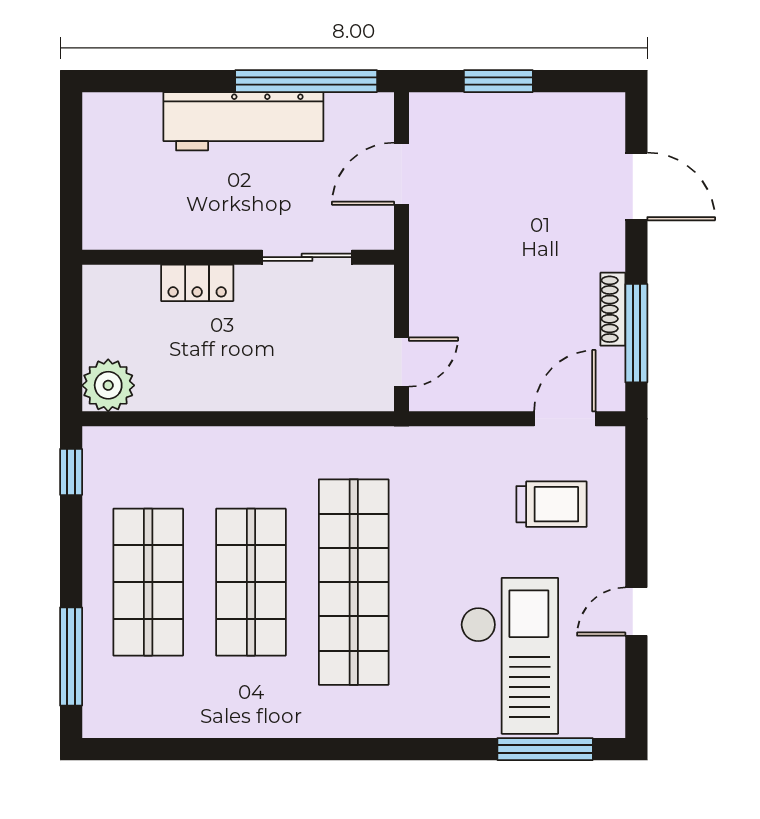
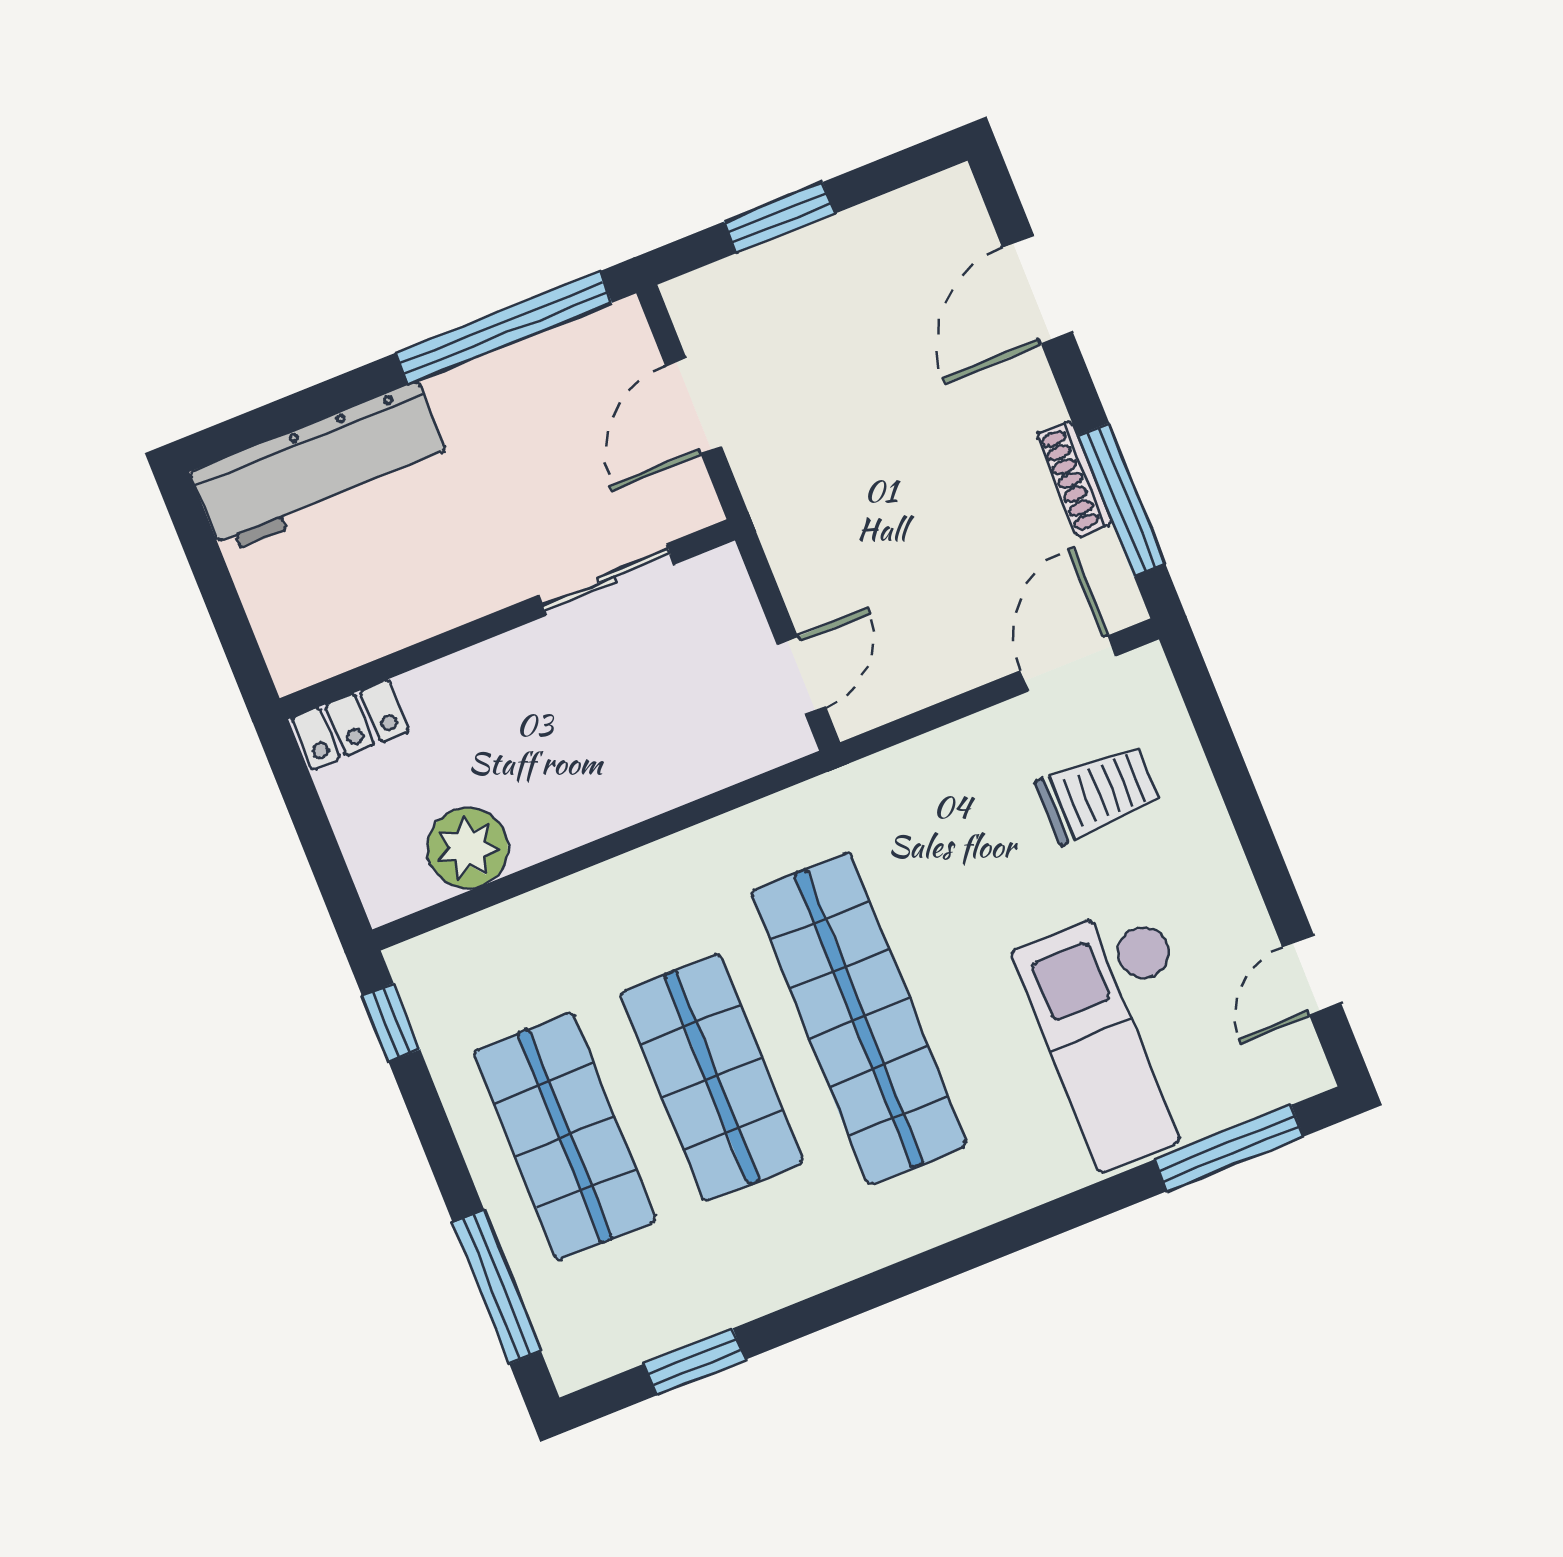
workbench: (243, 121) -> (321, 468), moved
door: (636, 186) -> (1037, 290), swing flipped
locker: (197, 283) -> (350, 725), moved
plant: (108, 385) -> (468, 848), moved
door: (636, 612) -> (1312, 975), moved
checkout: (509, 656) -> (1125, 1035), turned 180
window: (172, 749) -> (695, 1362), added

